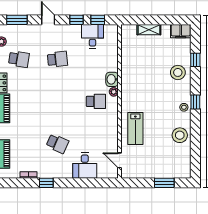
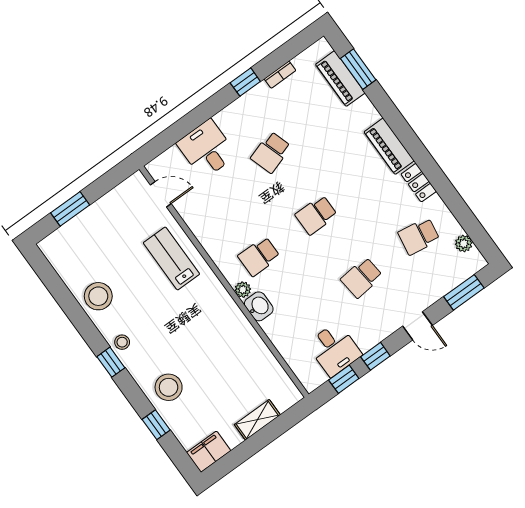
school desk: (57, 101) -> (316, 215), added
school desk: (57, 144) -> (271, 152), turned -42

